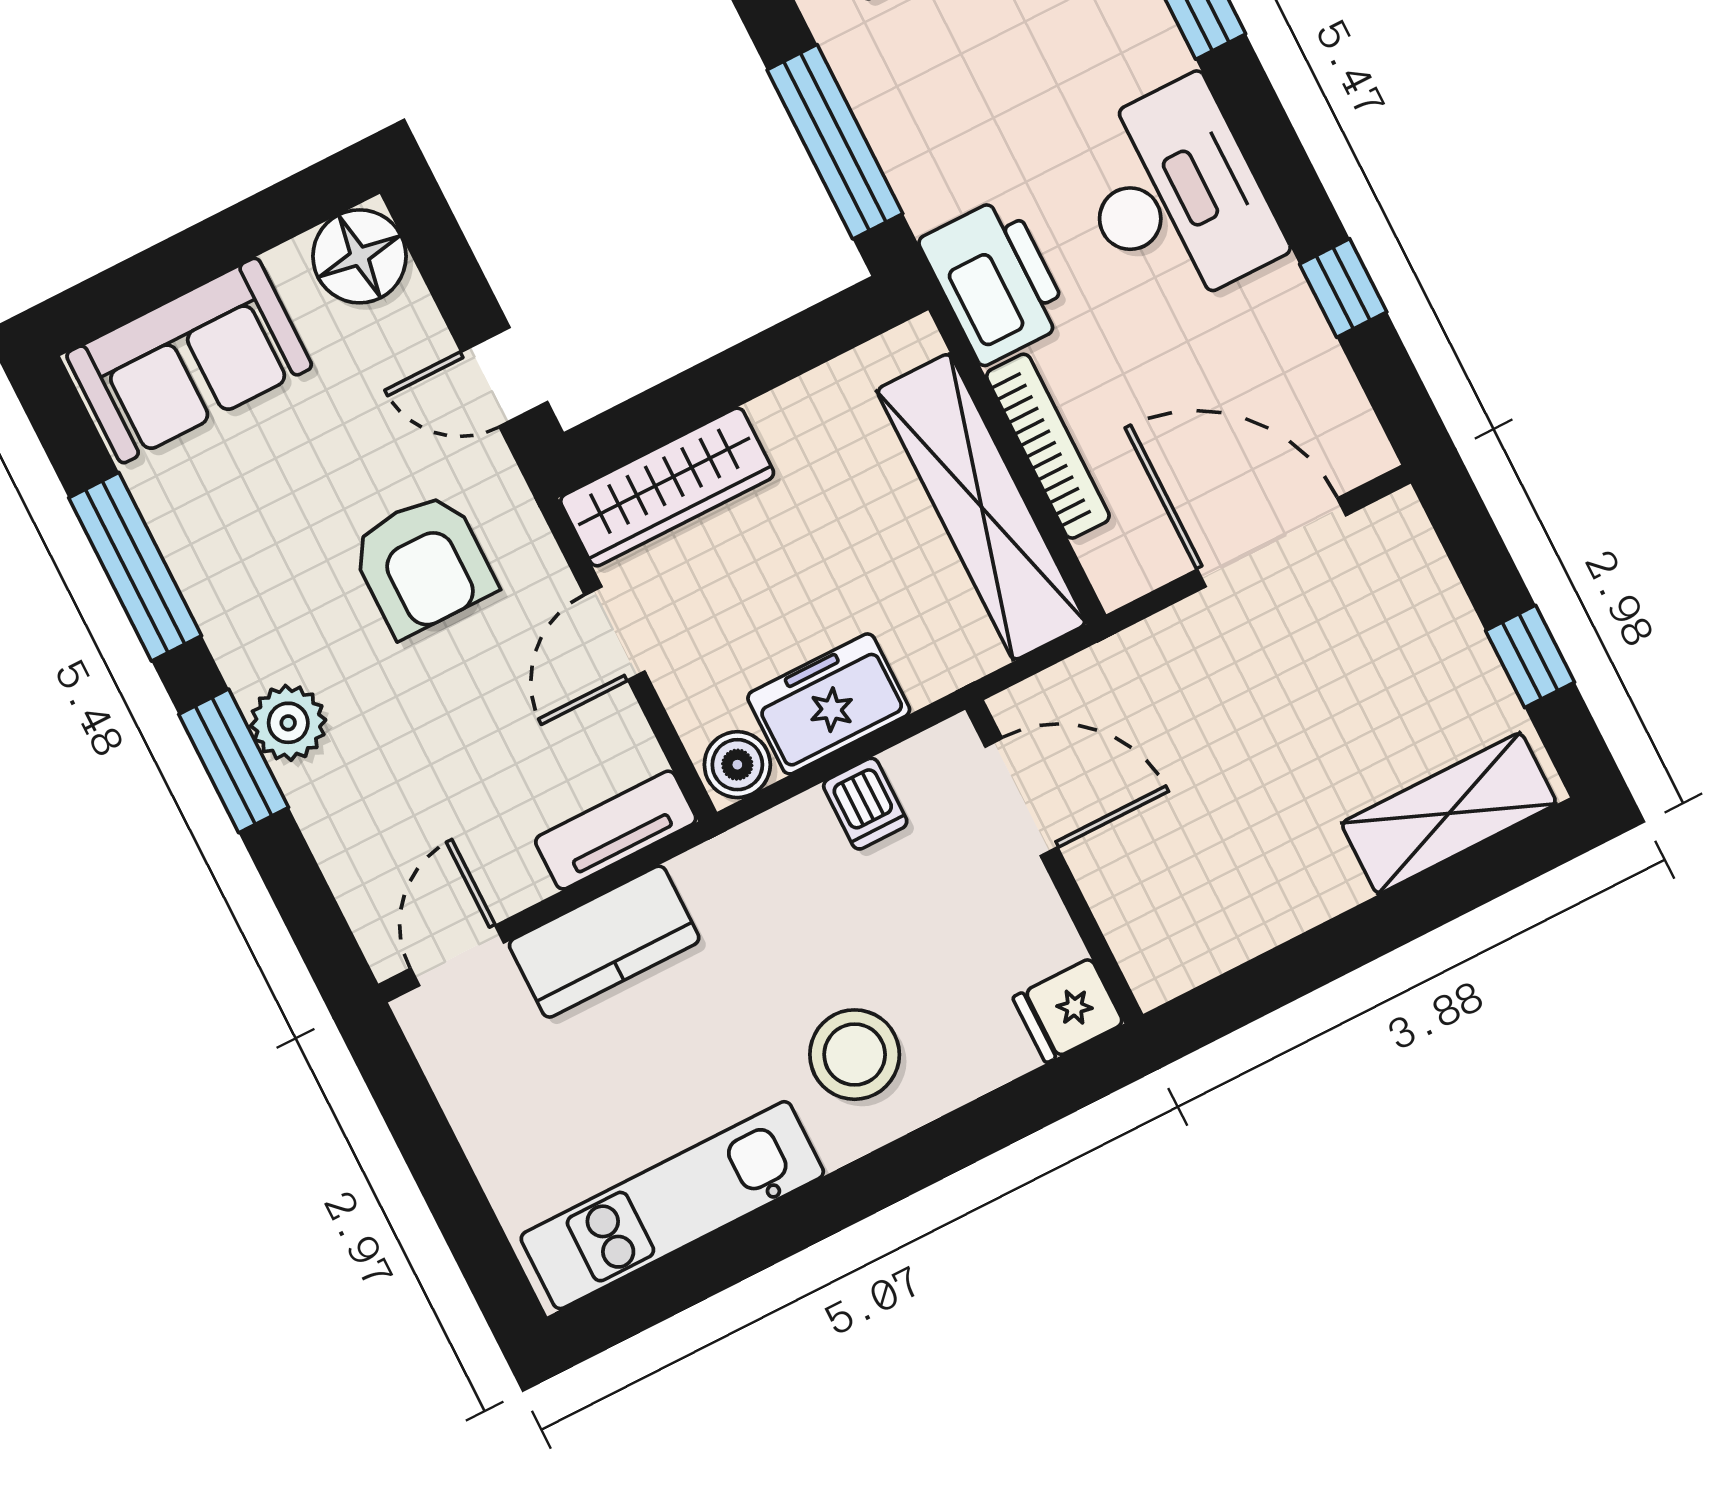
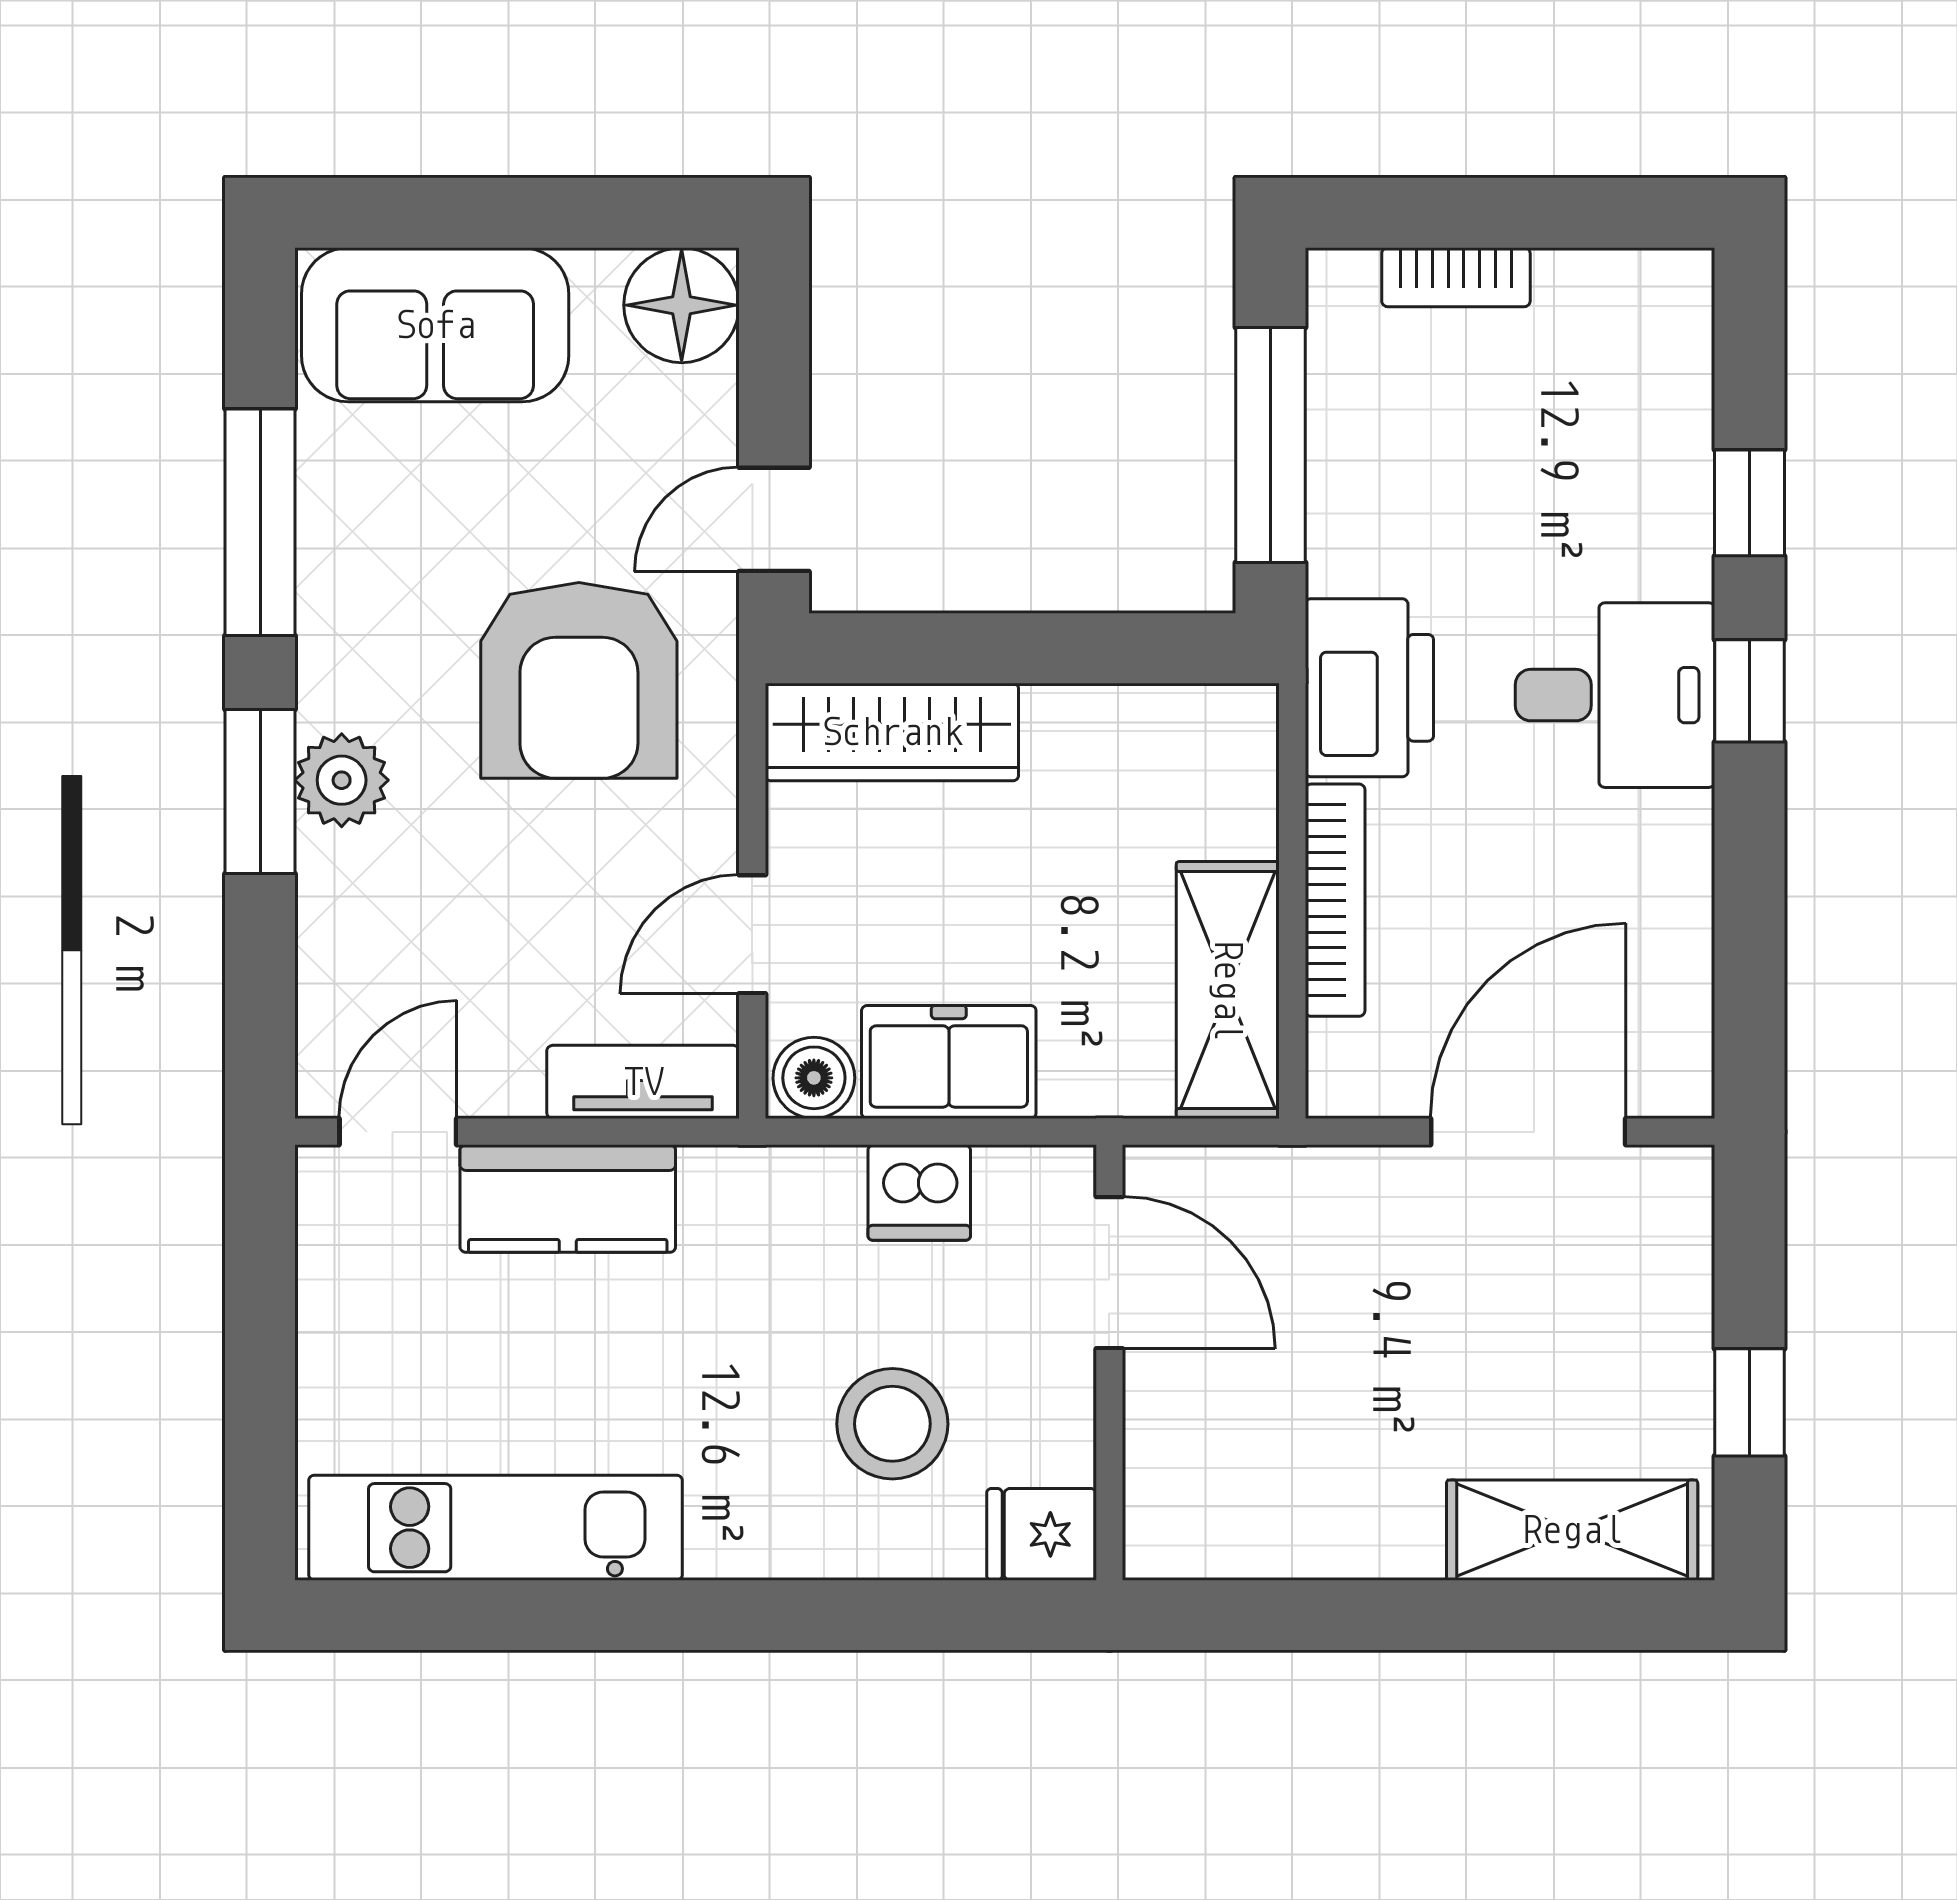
desk: (1175, 196) -> (1615, 695), width x0.73
window: (1343, 288) -> (1750, 691), moved
door: (504, 377) -> (774, 519), hinge flipped
shelving: (981, 507) -> (1228, 990), width x0.68
door: (1272, 542) -> (1528, 1132), hinge flipped
armchair: (423, 564) -> (579, 680), width x1.36, depth x1.36
door: (615, 633) -> (752, 934), moved
dishwasher: (865, 804) -> (919, 1193), width x1.38
stool: (855, 1055) -> (892, 1424), moved

